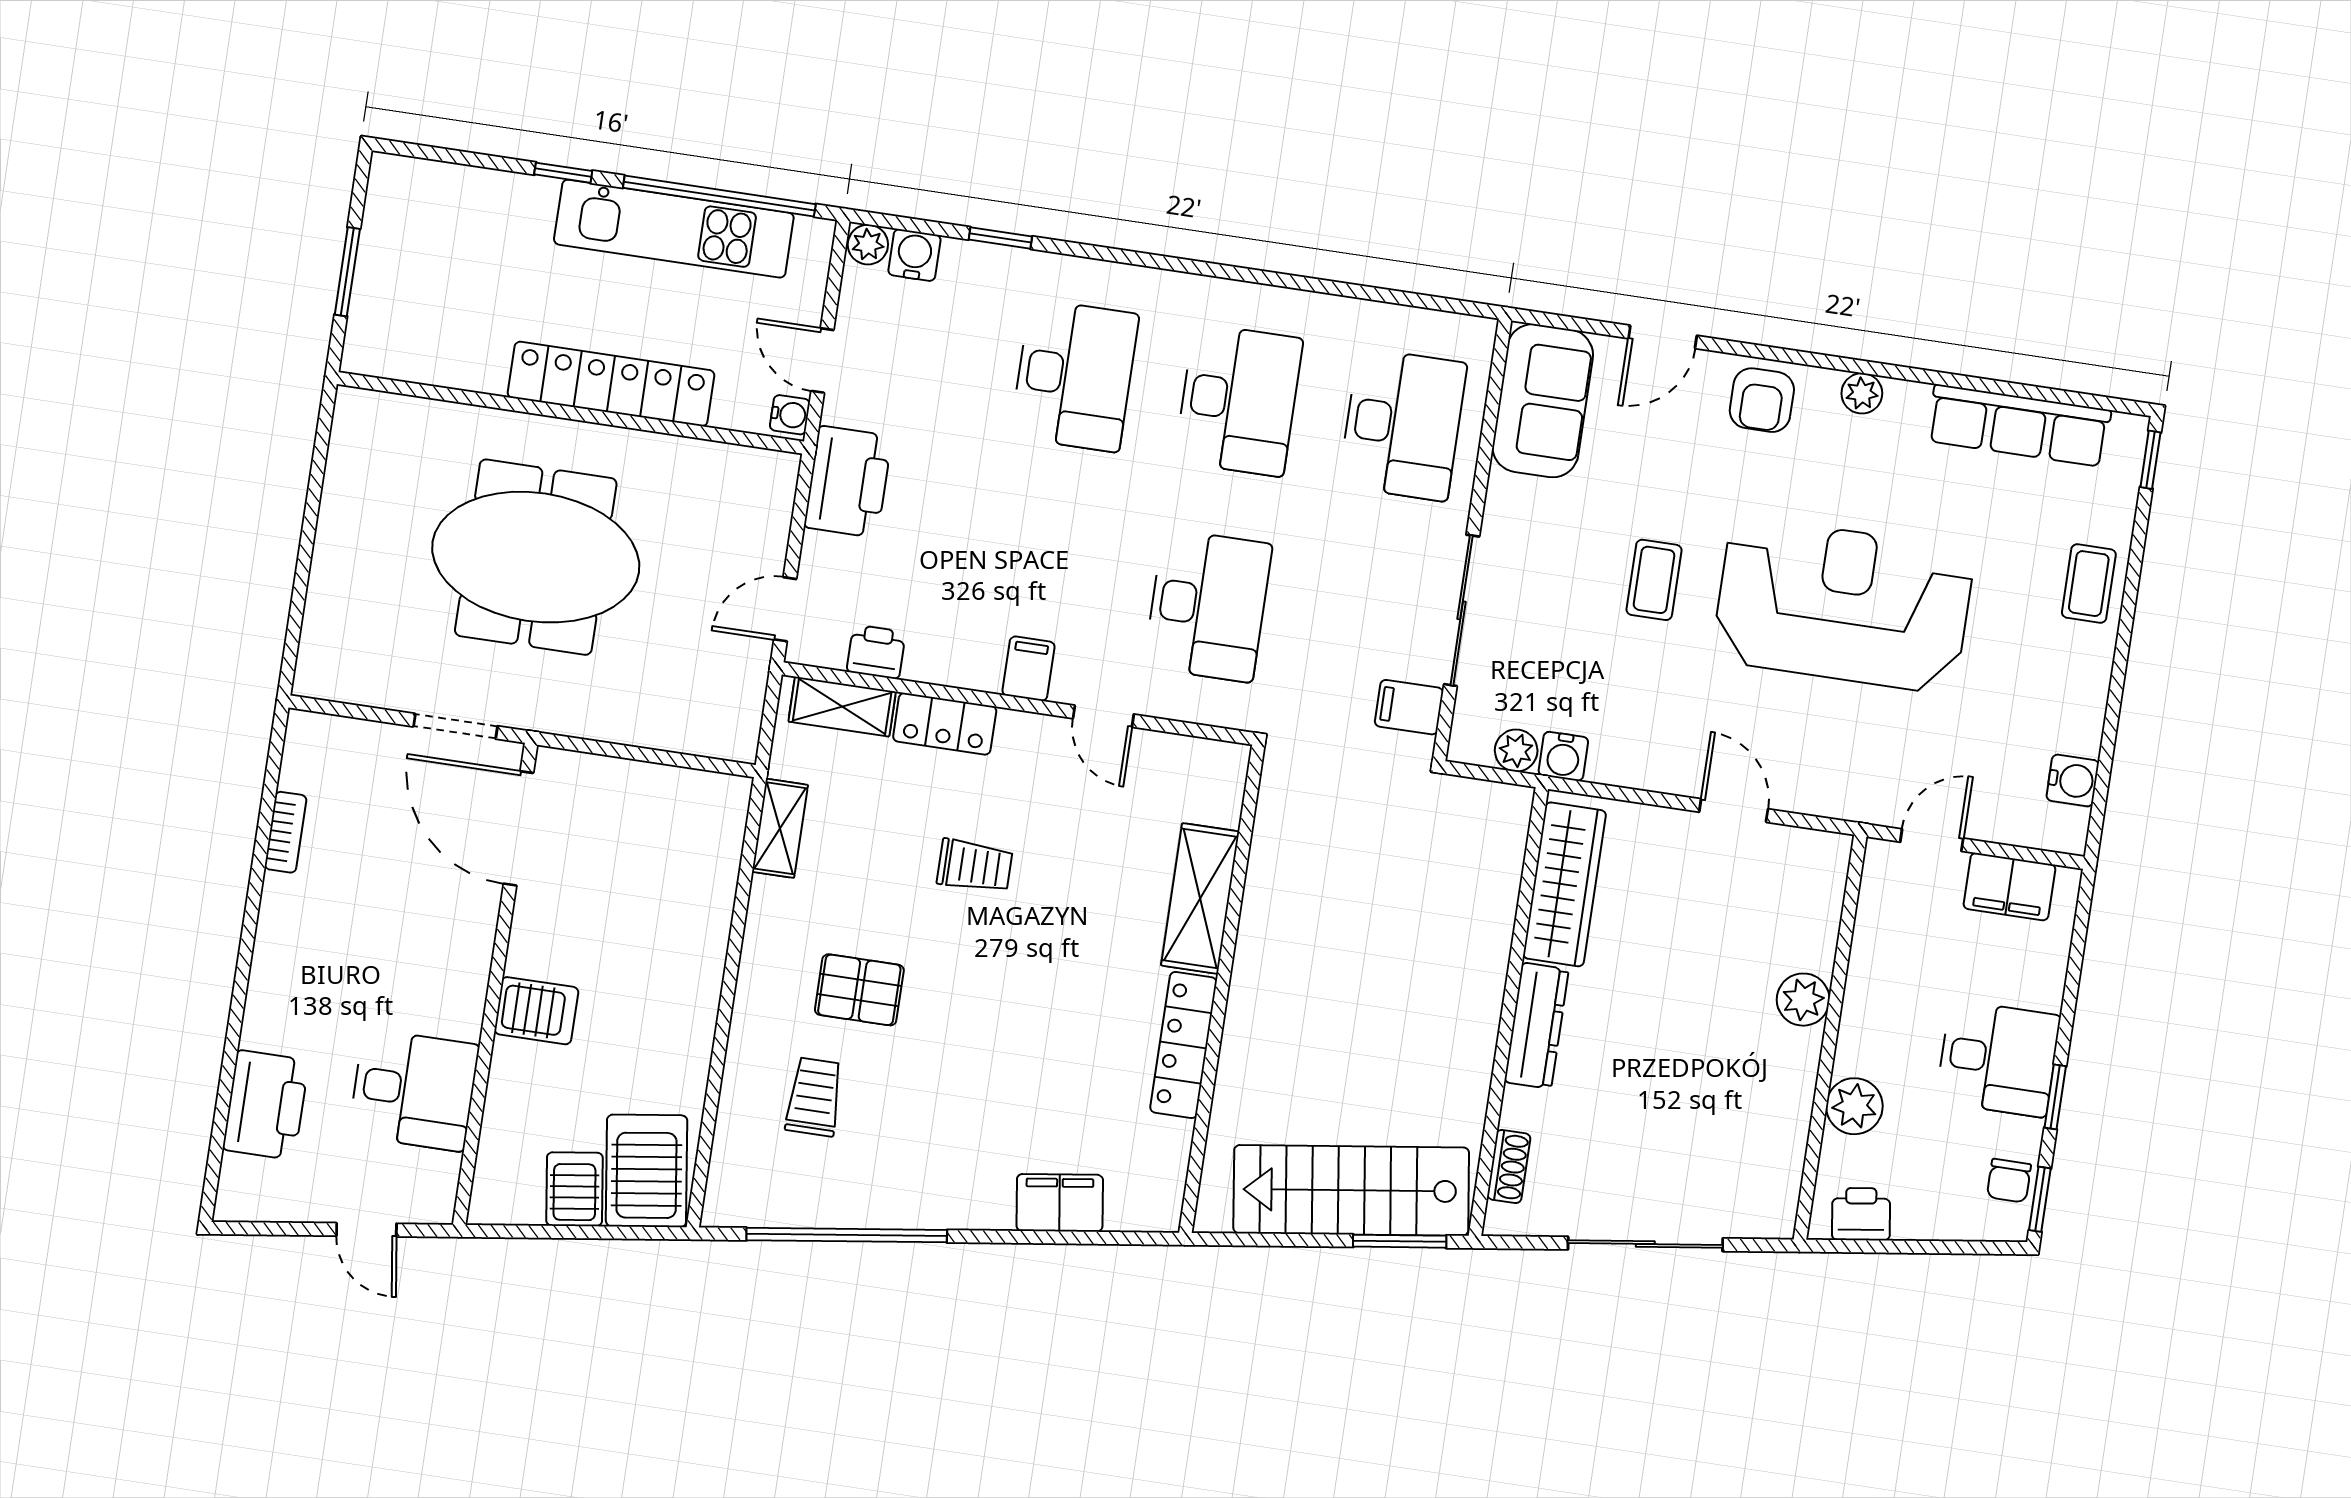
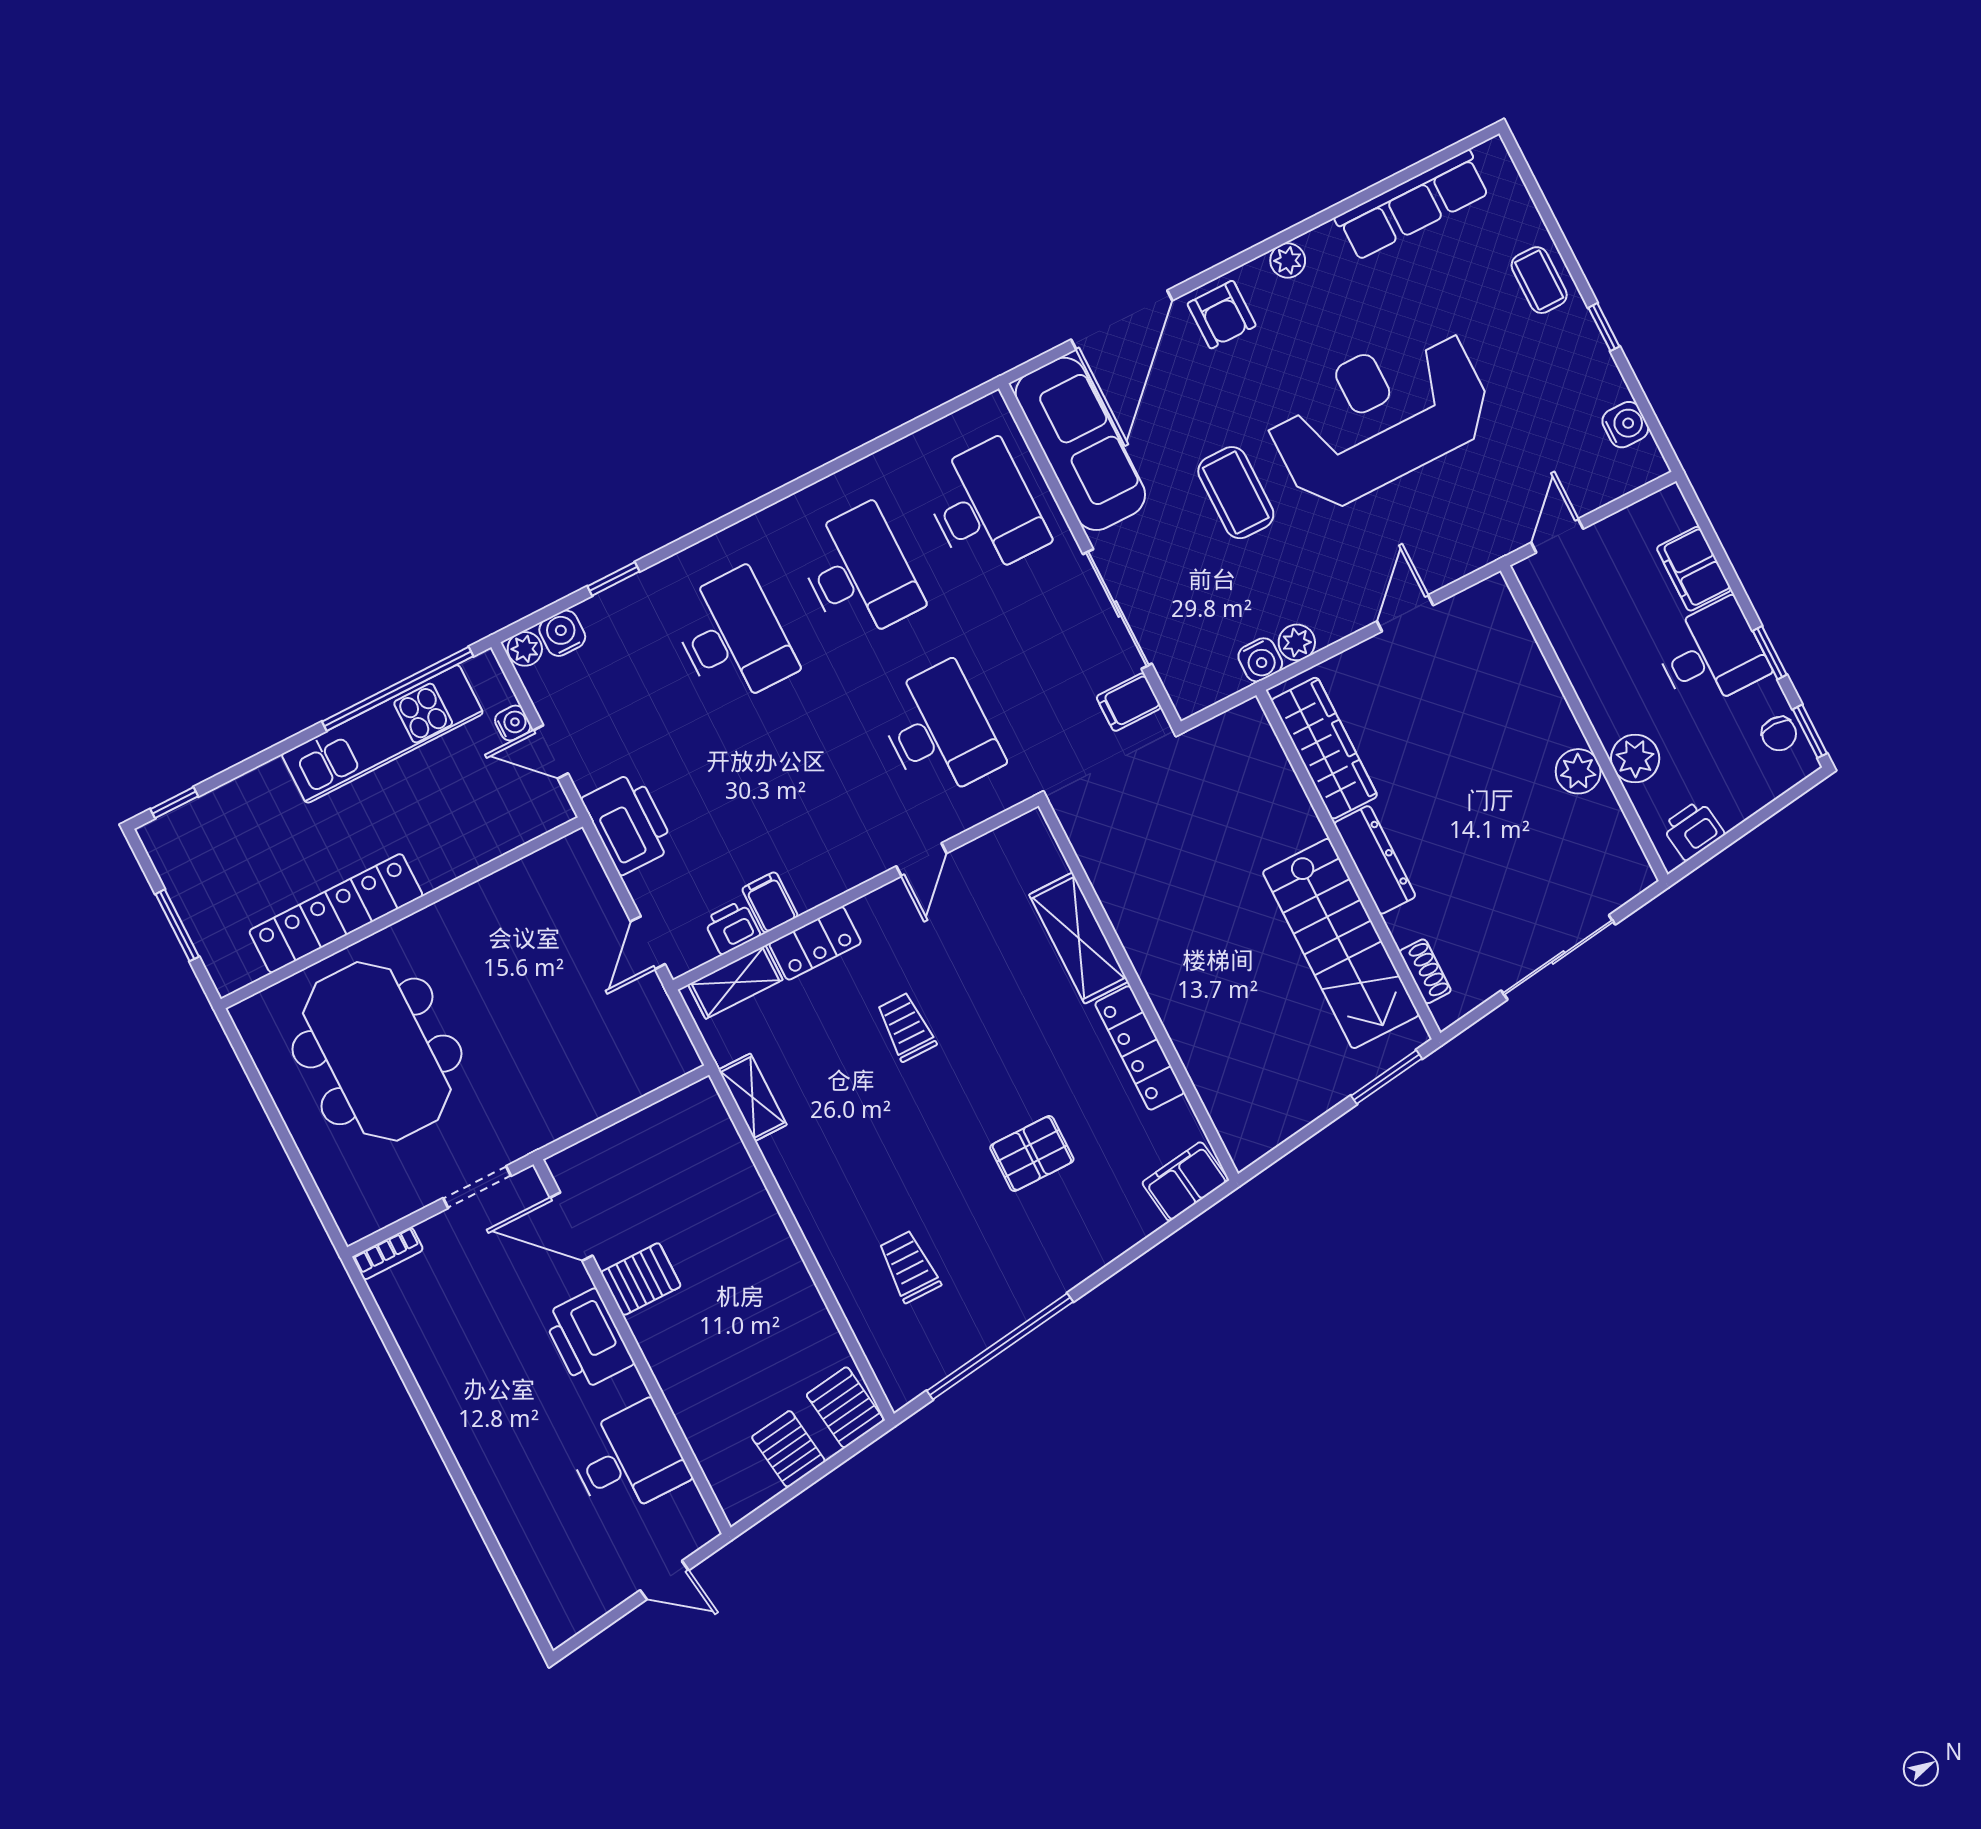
window: (563, 173) -> (174, 803), moved
door: (1663, 337) -> (1122, 320), width x1.87
locker: (611, 384) -> (336, 913), moved
sofa: (1543, 401) -> (1080, 444), width x1.36
water cooler: (790, 415) -> (513, 723), moved
window: (2150, 460) -> (1604, 327), moved
meeting table: (536, 557) -> (377, 1051), moved, turned 90
coffee table: (1654, 580) -> (1236, 493), width x1.36, depth x1.30
filing cabinet: (1028, 669) -> (770, 902), moved
door: (1103, 716) -> (921, 860), hinge flipped
plant: (1516, 751) -> (1297, 642), moved
door: (1734, 810) -> (1405, 613), hinge flipped
door: (518, 828) -> (571, 1227), width x0.73
bookcase: (286, 832) -> (388, 1253), moved, turned 90
trolley: (975, 866) -> (906, 1027), turned -90
filing cabinet: (2009, 887) -> (1694, 569), moved, turned 90
pallet: (859, 990) -> (1032, 1153), moved
plant: (1803, 1000) -> (1578, 771), moved
server rack: (536, 1011) -> (641, 1279), moved
printer: (266, 1105) -> (588, 1339), moved, turned 180
server rack: (647, 1171) -> (845, 1408), width x0.73, depth x0.70
stairs: (1351, 1190) -> (1341, 943), moved, turned -82
filing cabinet: (1060, 1203) -> (1185, 1181), moved

